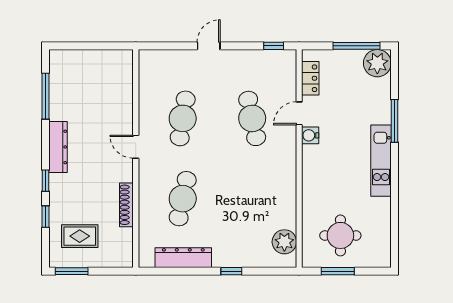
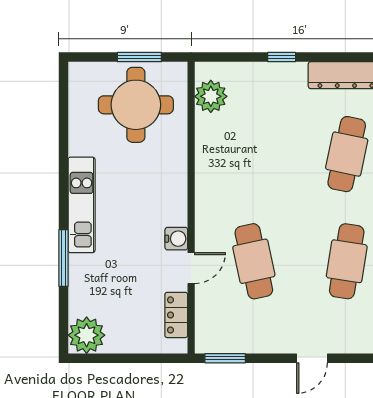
window: (274, 46) -> (225, 358), width x1.50
window: (357, 46) -> (114, 358), removed
round table: (340, 235) -> (136, 105), width x1.36, depth x1.36

